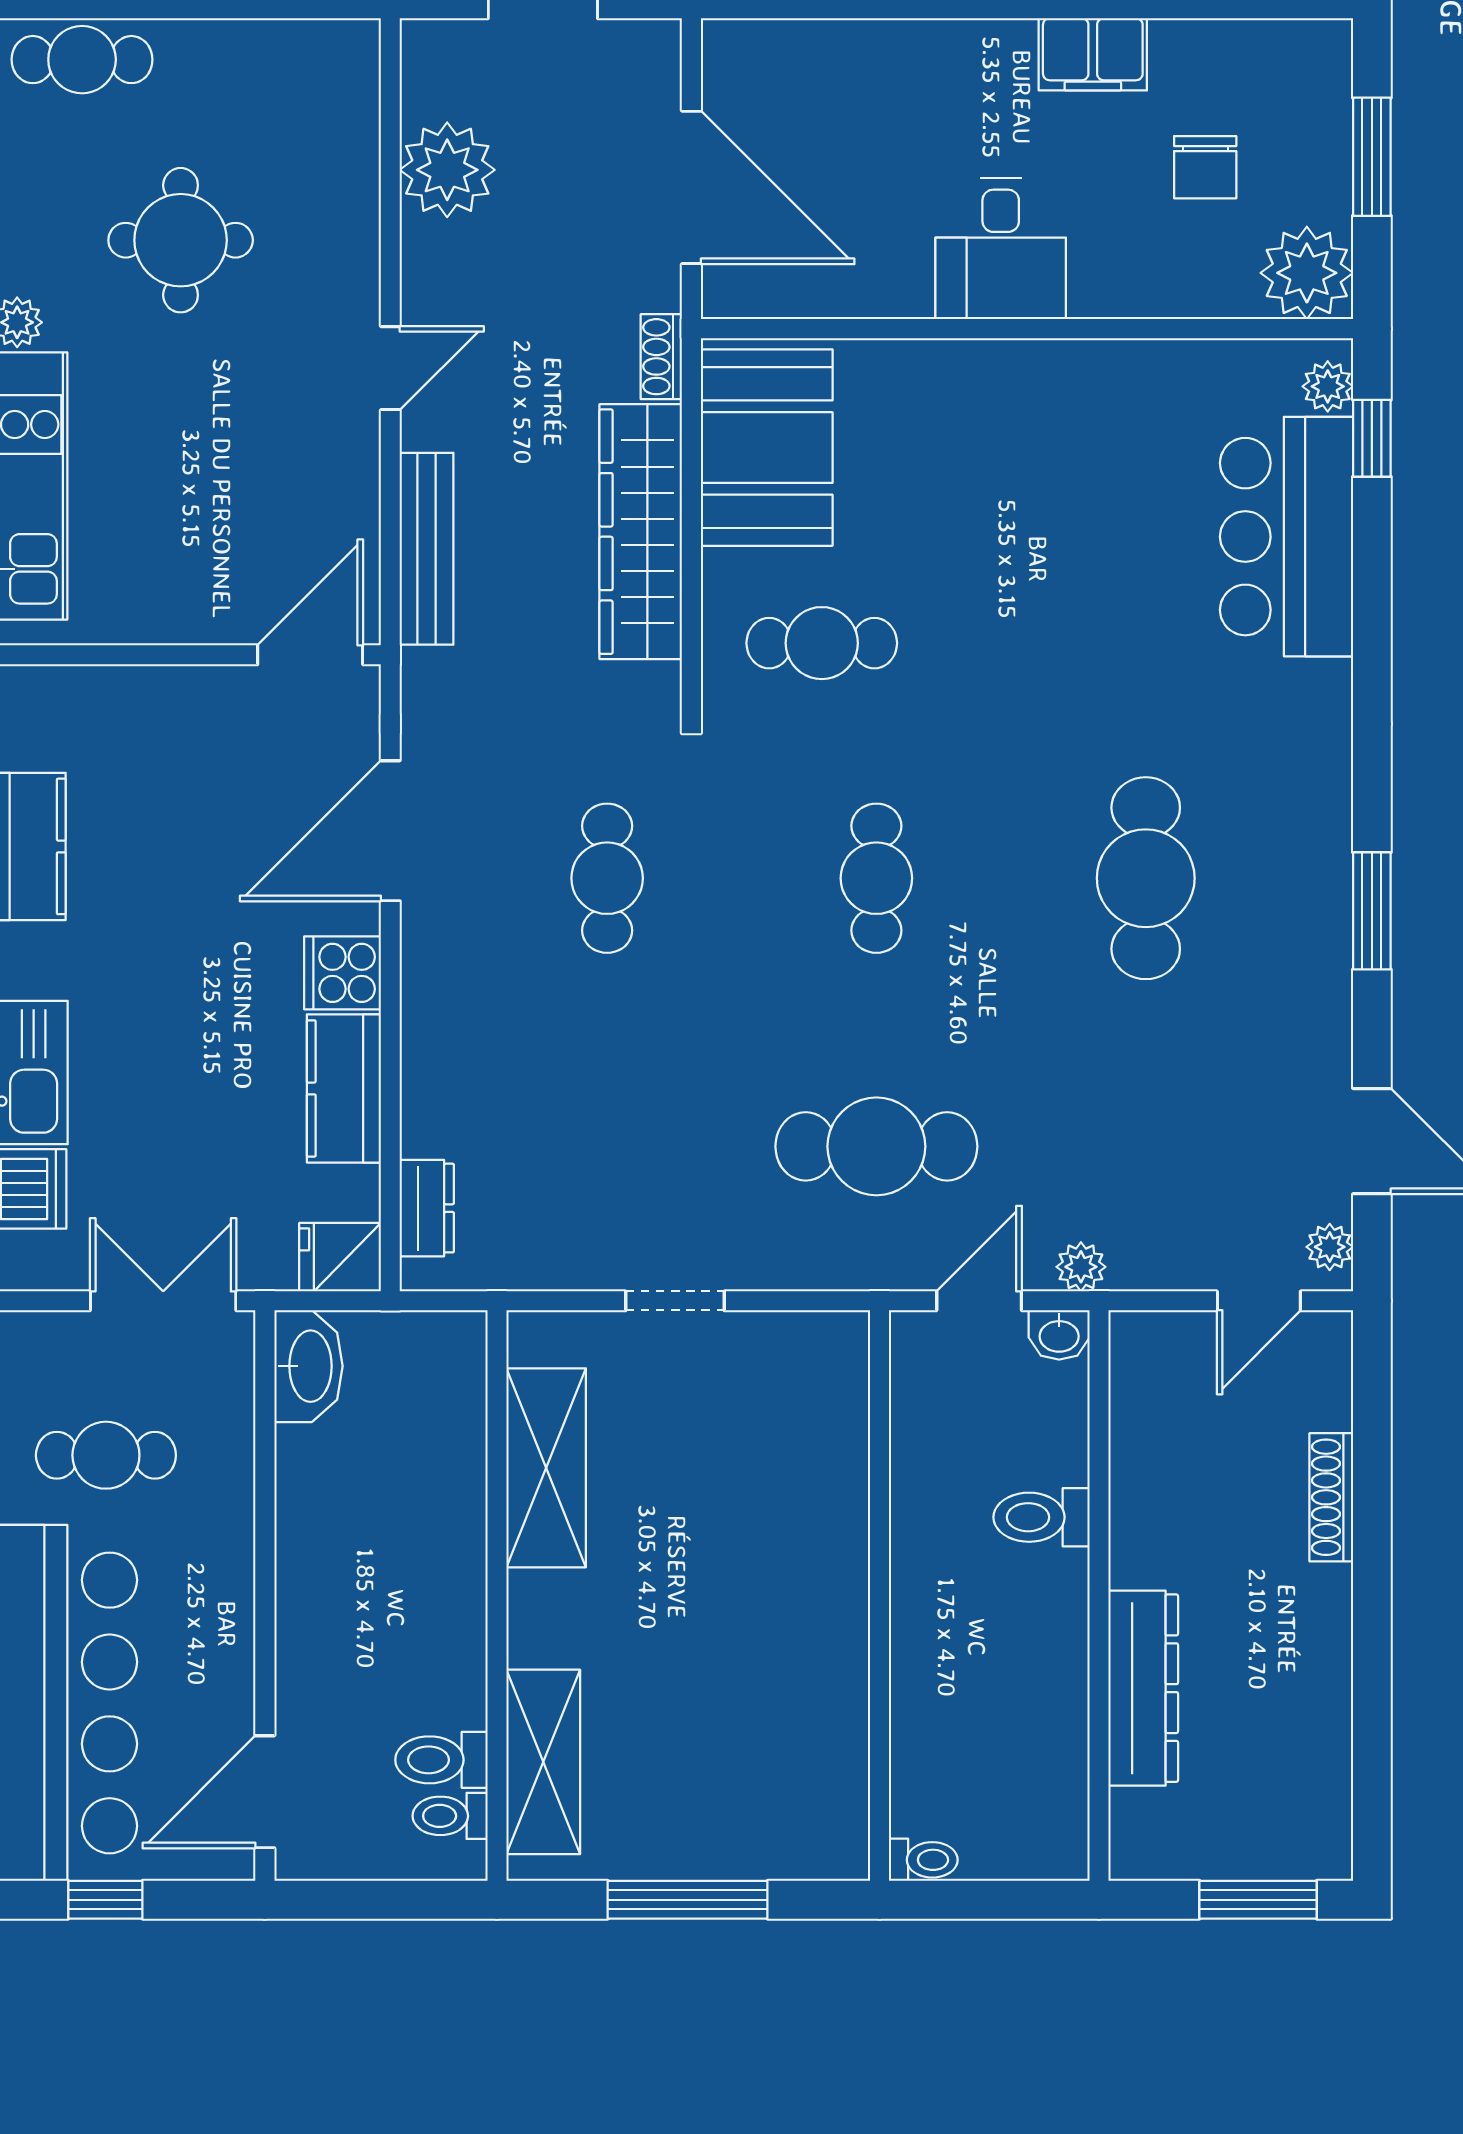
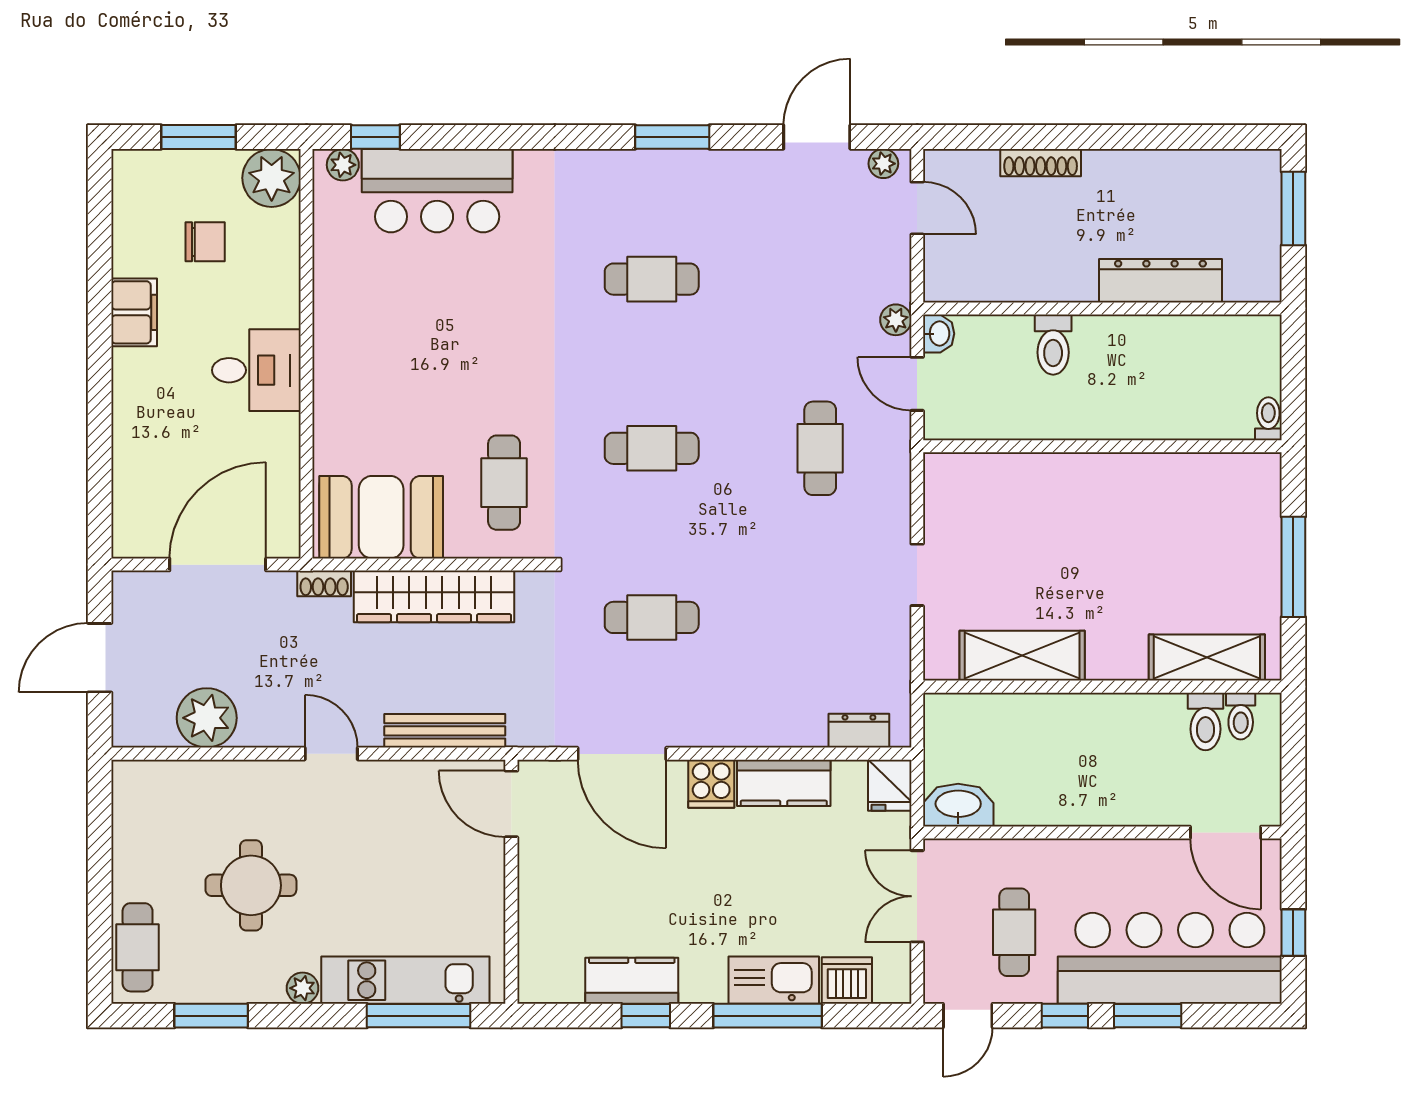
cafe table: (1146, 878) -> (652, 279), width x0.73, depth x0.74
cafe table: (876, 1146) -> (820, 448), width x0.73, depth x0.74

